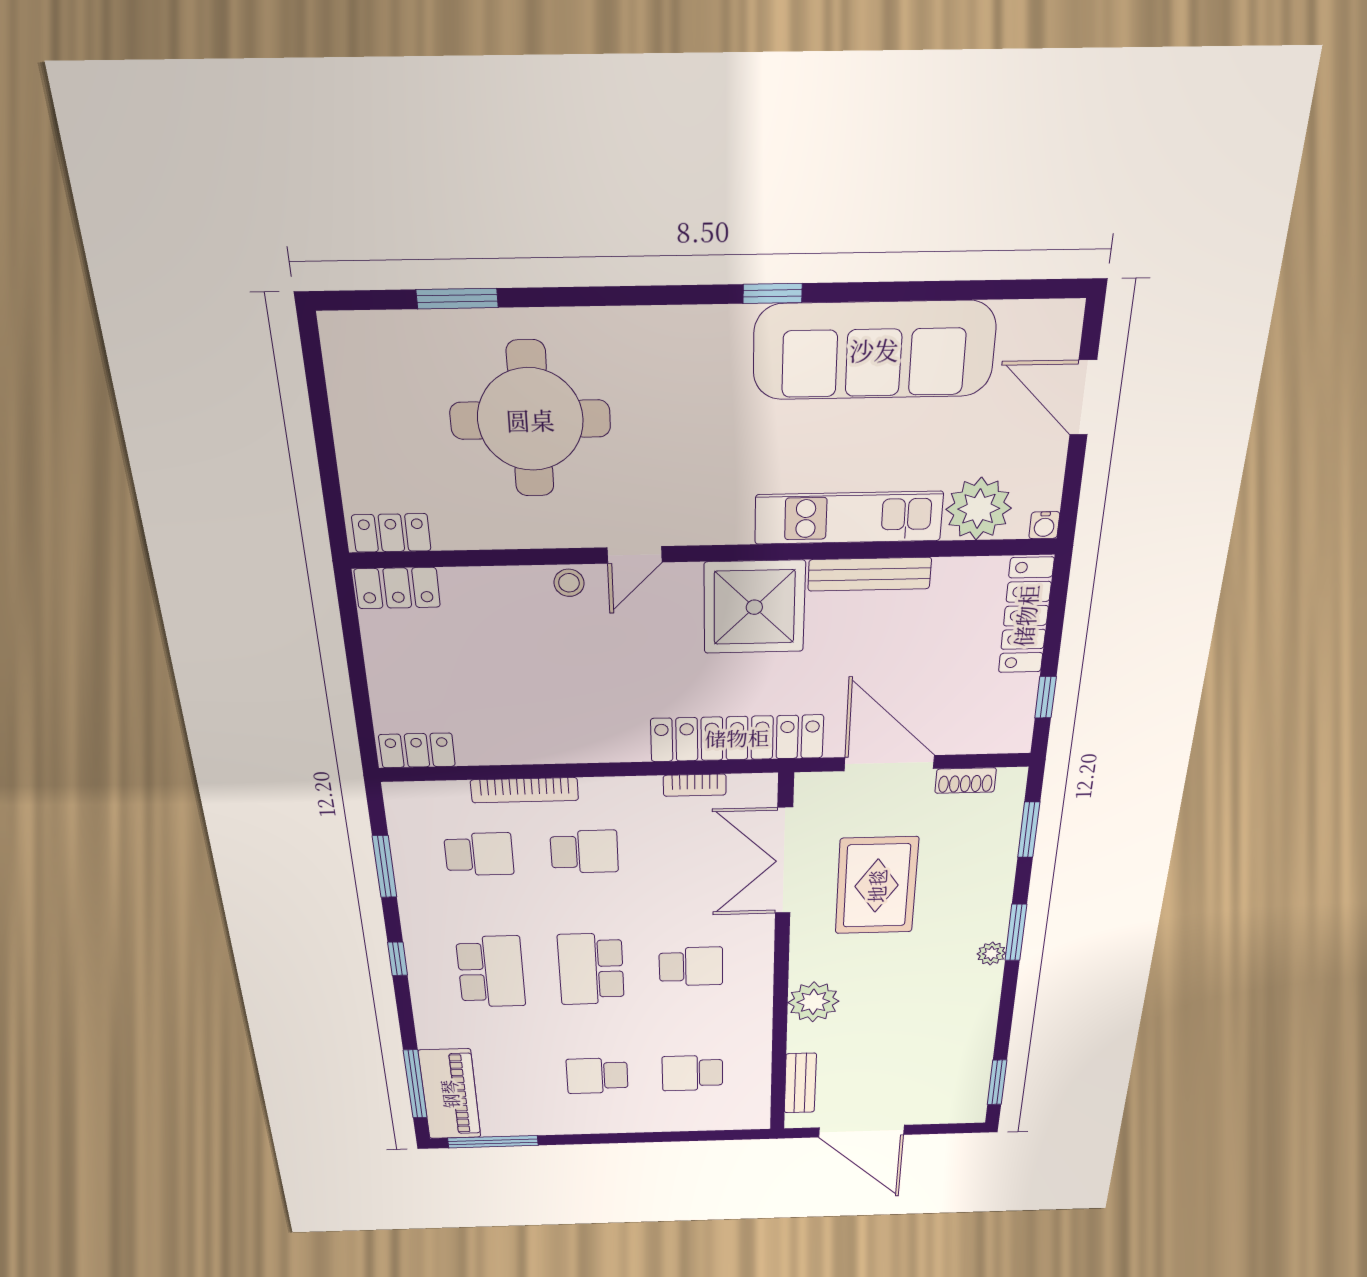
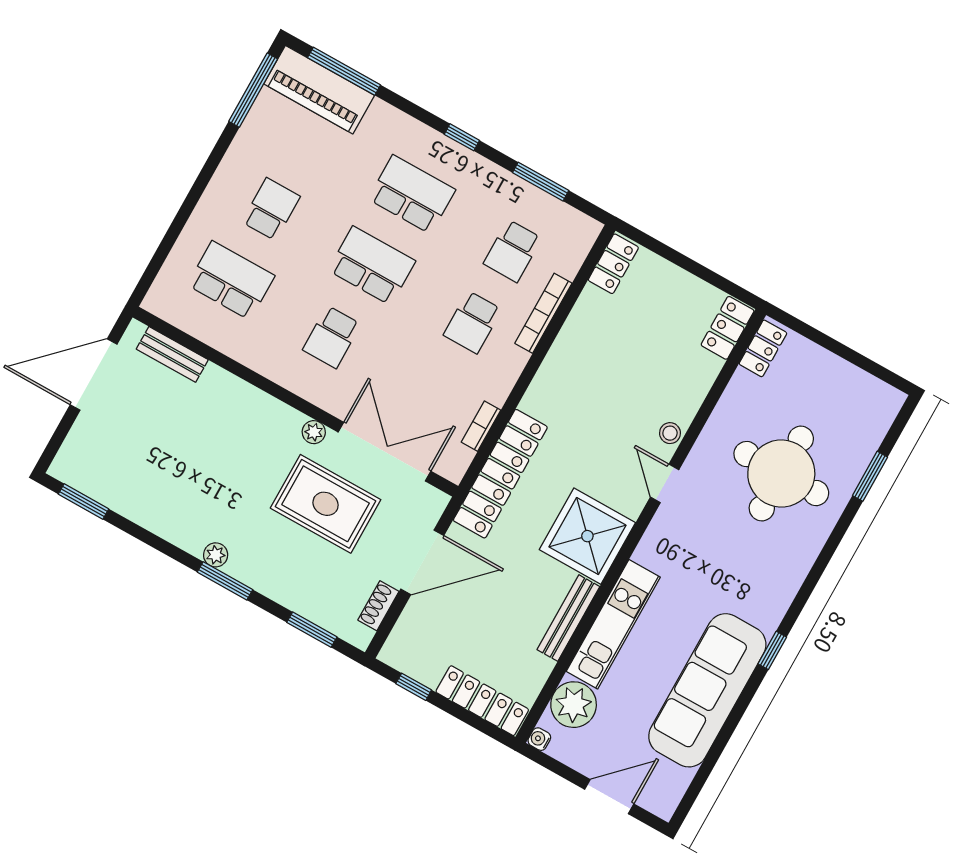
school desk: (491, 972) -> (412, 194), turned 180
plant: (813, 1002) -> (314, 432), moved, width x0.53, depth x0.53
school desk: (692, 1073) -> (231, 280), width x1.85

